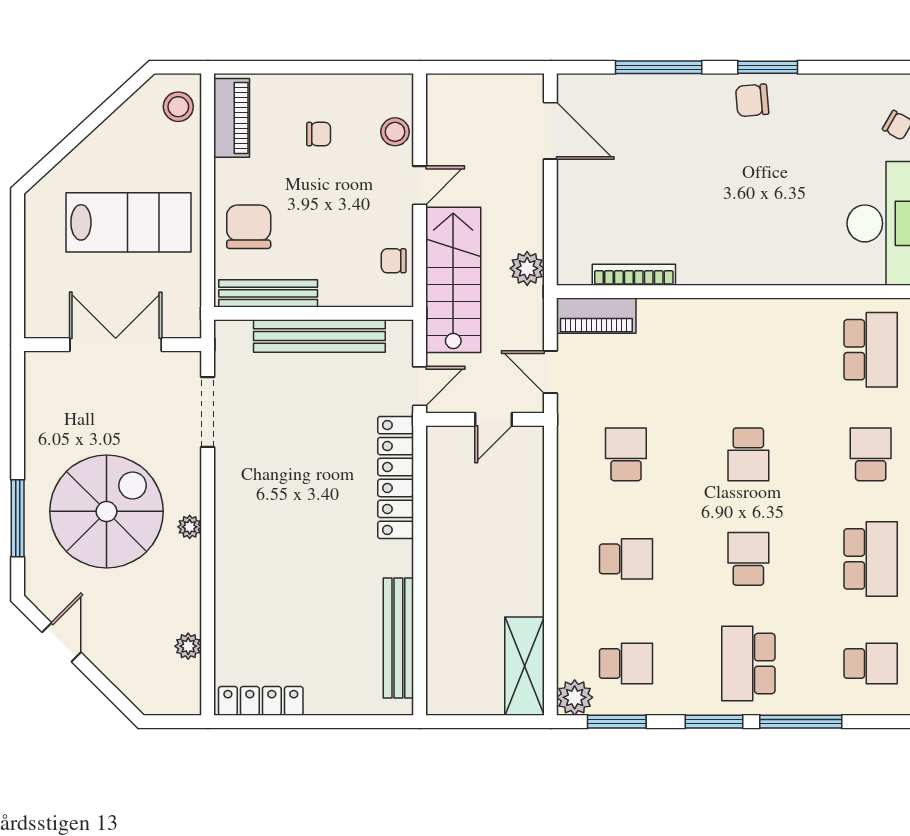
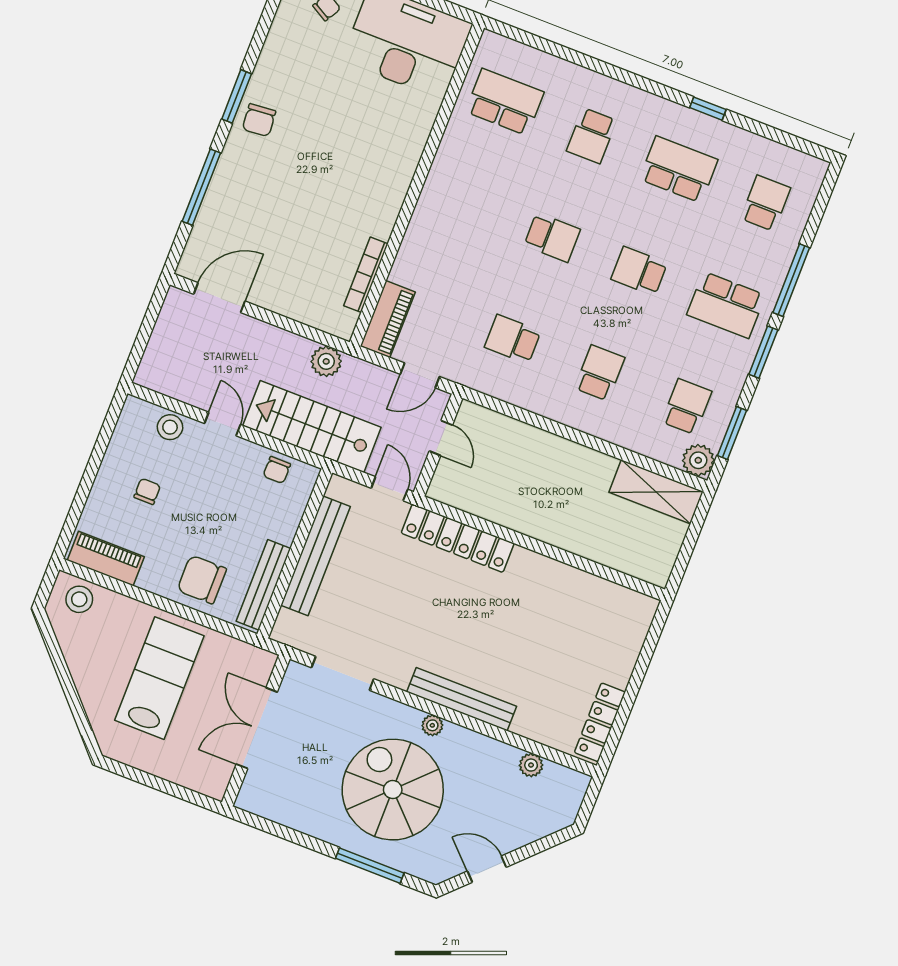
school desk: (871, 454) -> (592, 136), turned -90
bench: (398, 638) -> (462, 699), moved

